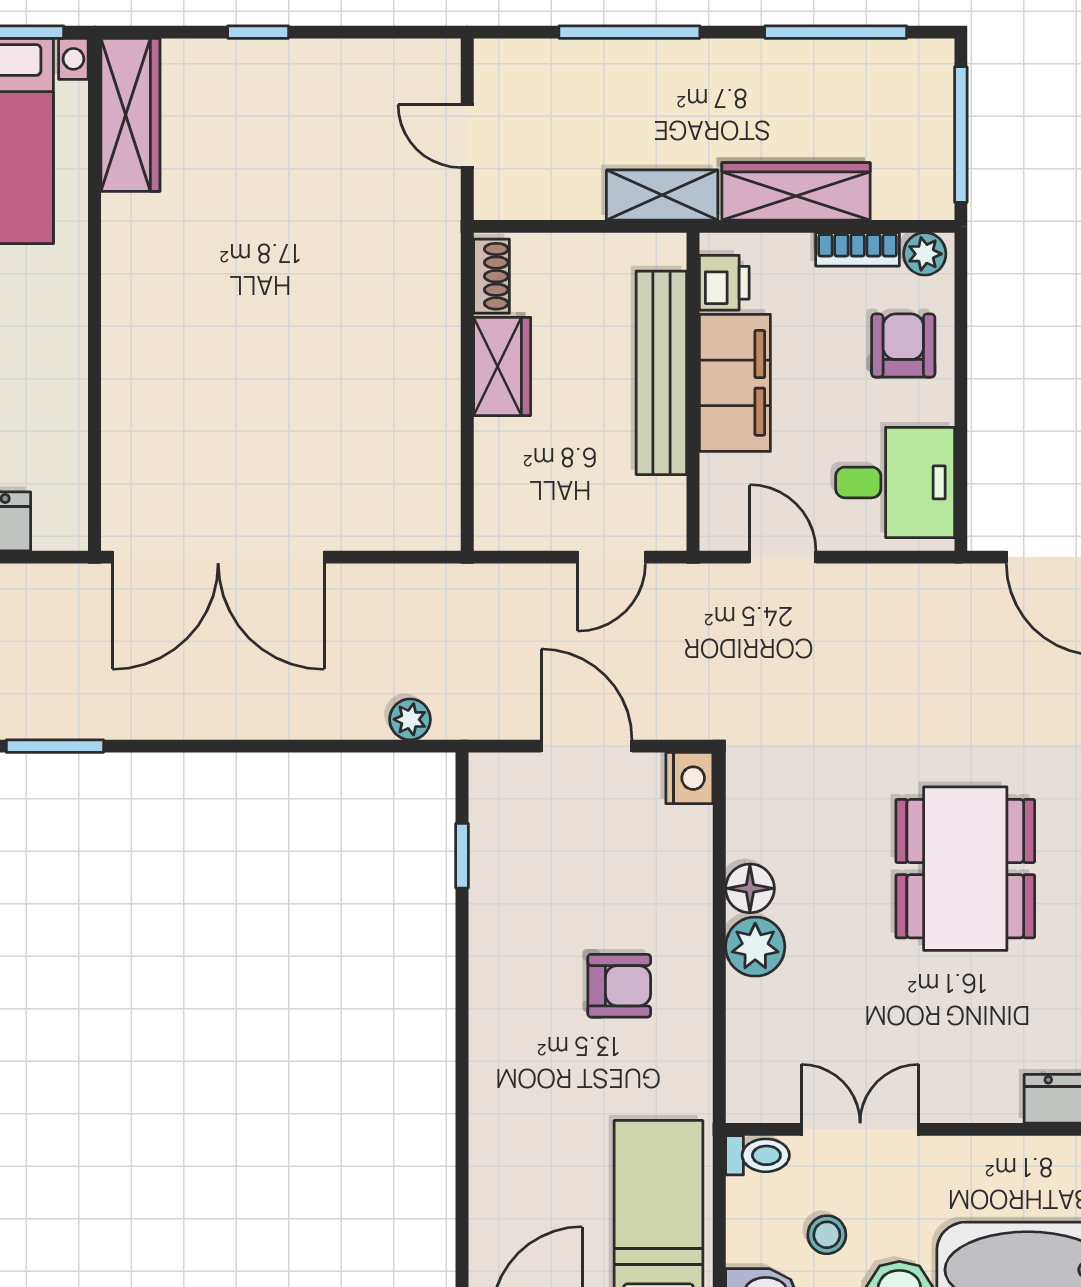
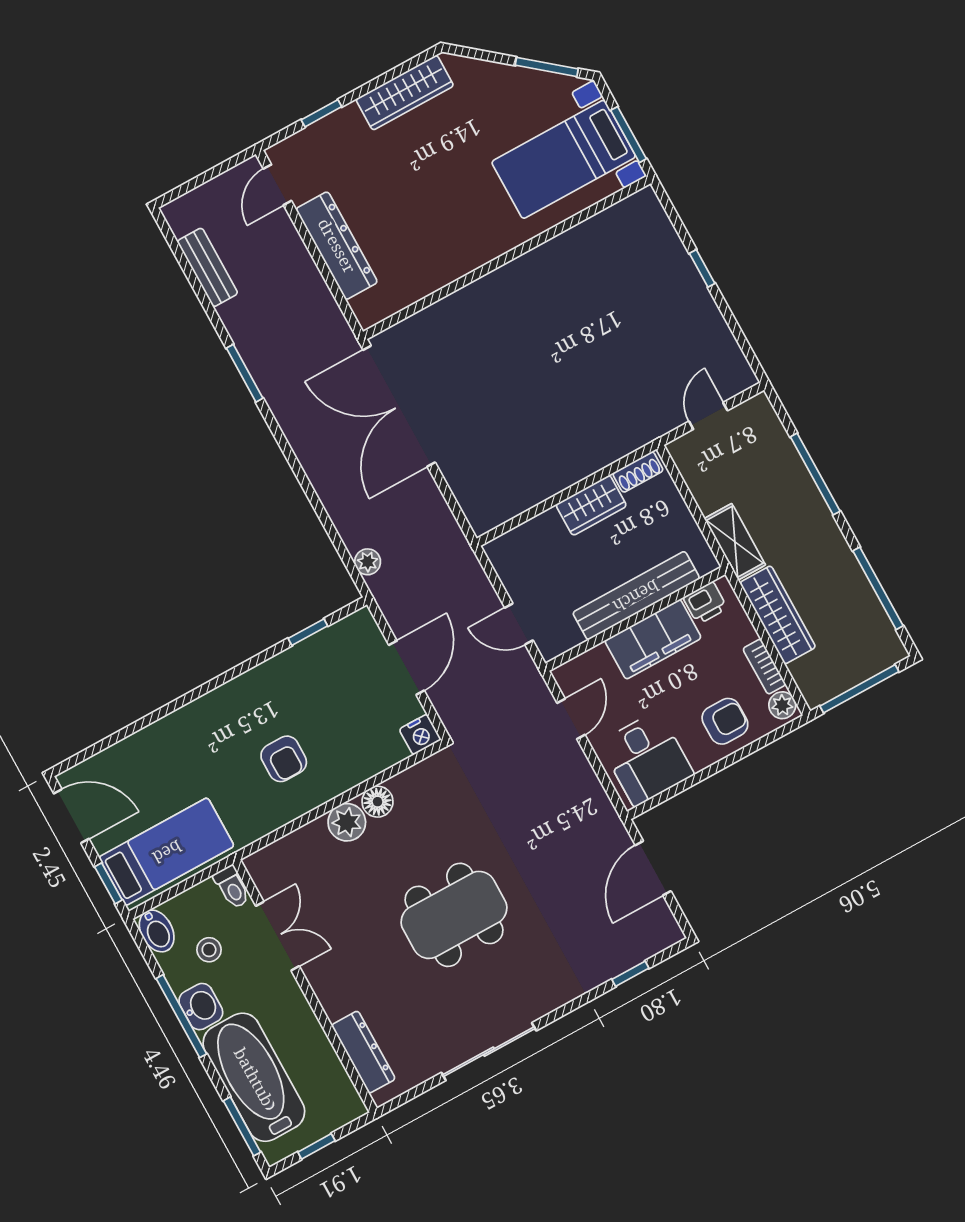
wardrobe: (130, 115) -> (617, 223), removed

